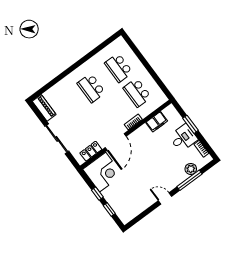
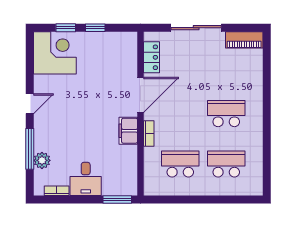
filing cabinet: (157, 122) -> (128, 131), moved
window: (191, 124) -> (117, 200), moved
door: (116, 142) -> (140, 95), swing flipped
corner desk: (103, 172) -> (55, 53), moved, turned 180

